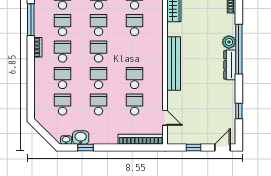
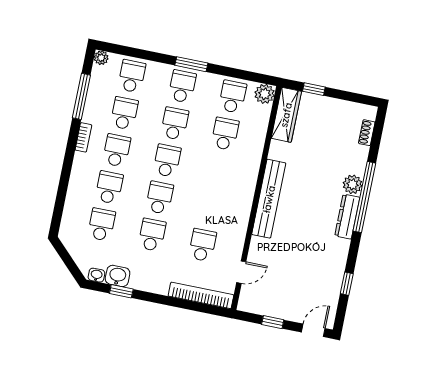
school desk: (135, 78) -> (210, 208), removed
door: (165, 118) -> (241, 272), hinge flipped

